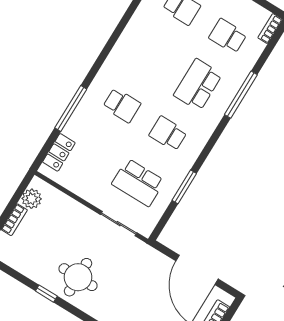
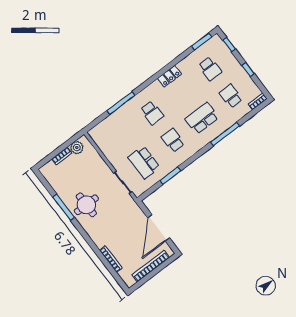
locker: (59, 152) -> (170, 76), moved
window: (46, 294) -> (64, 207), width x2.17

